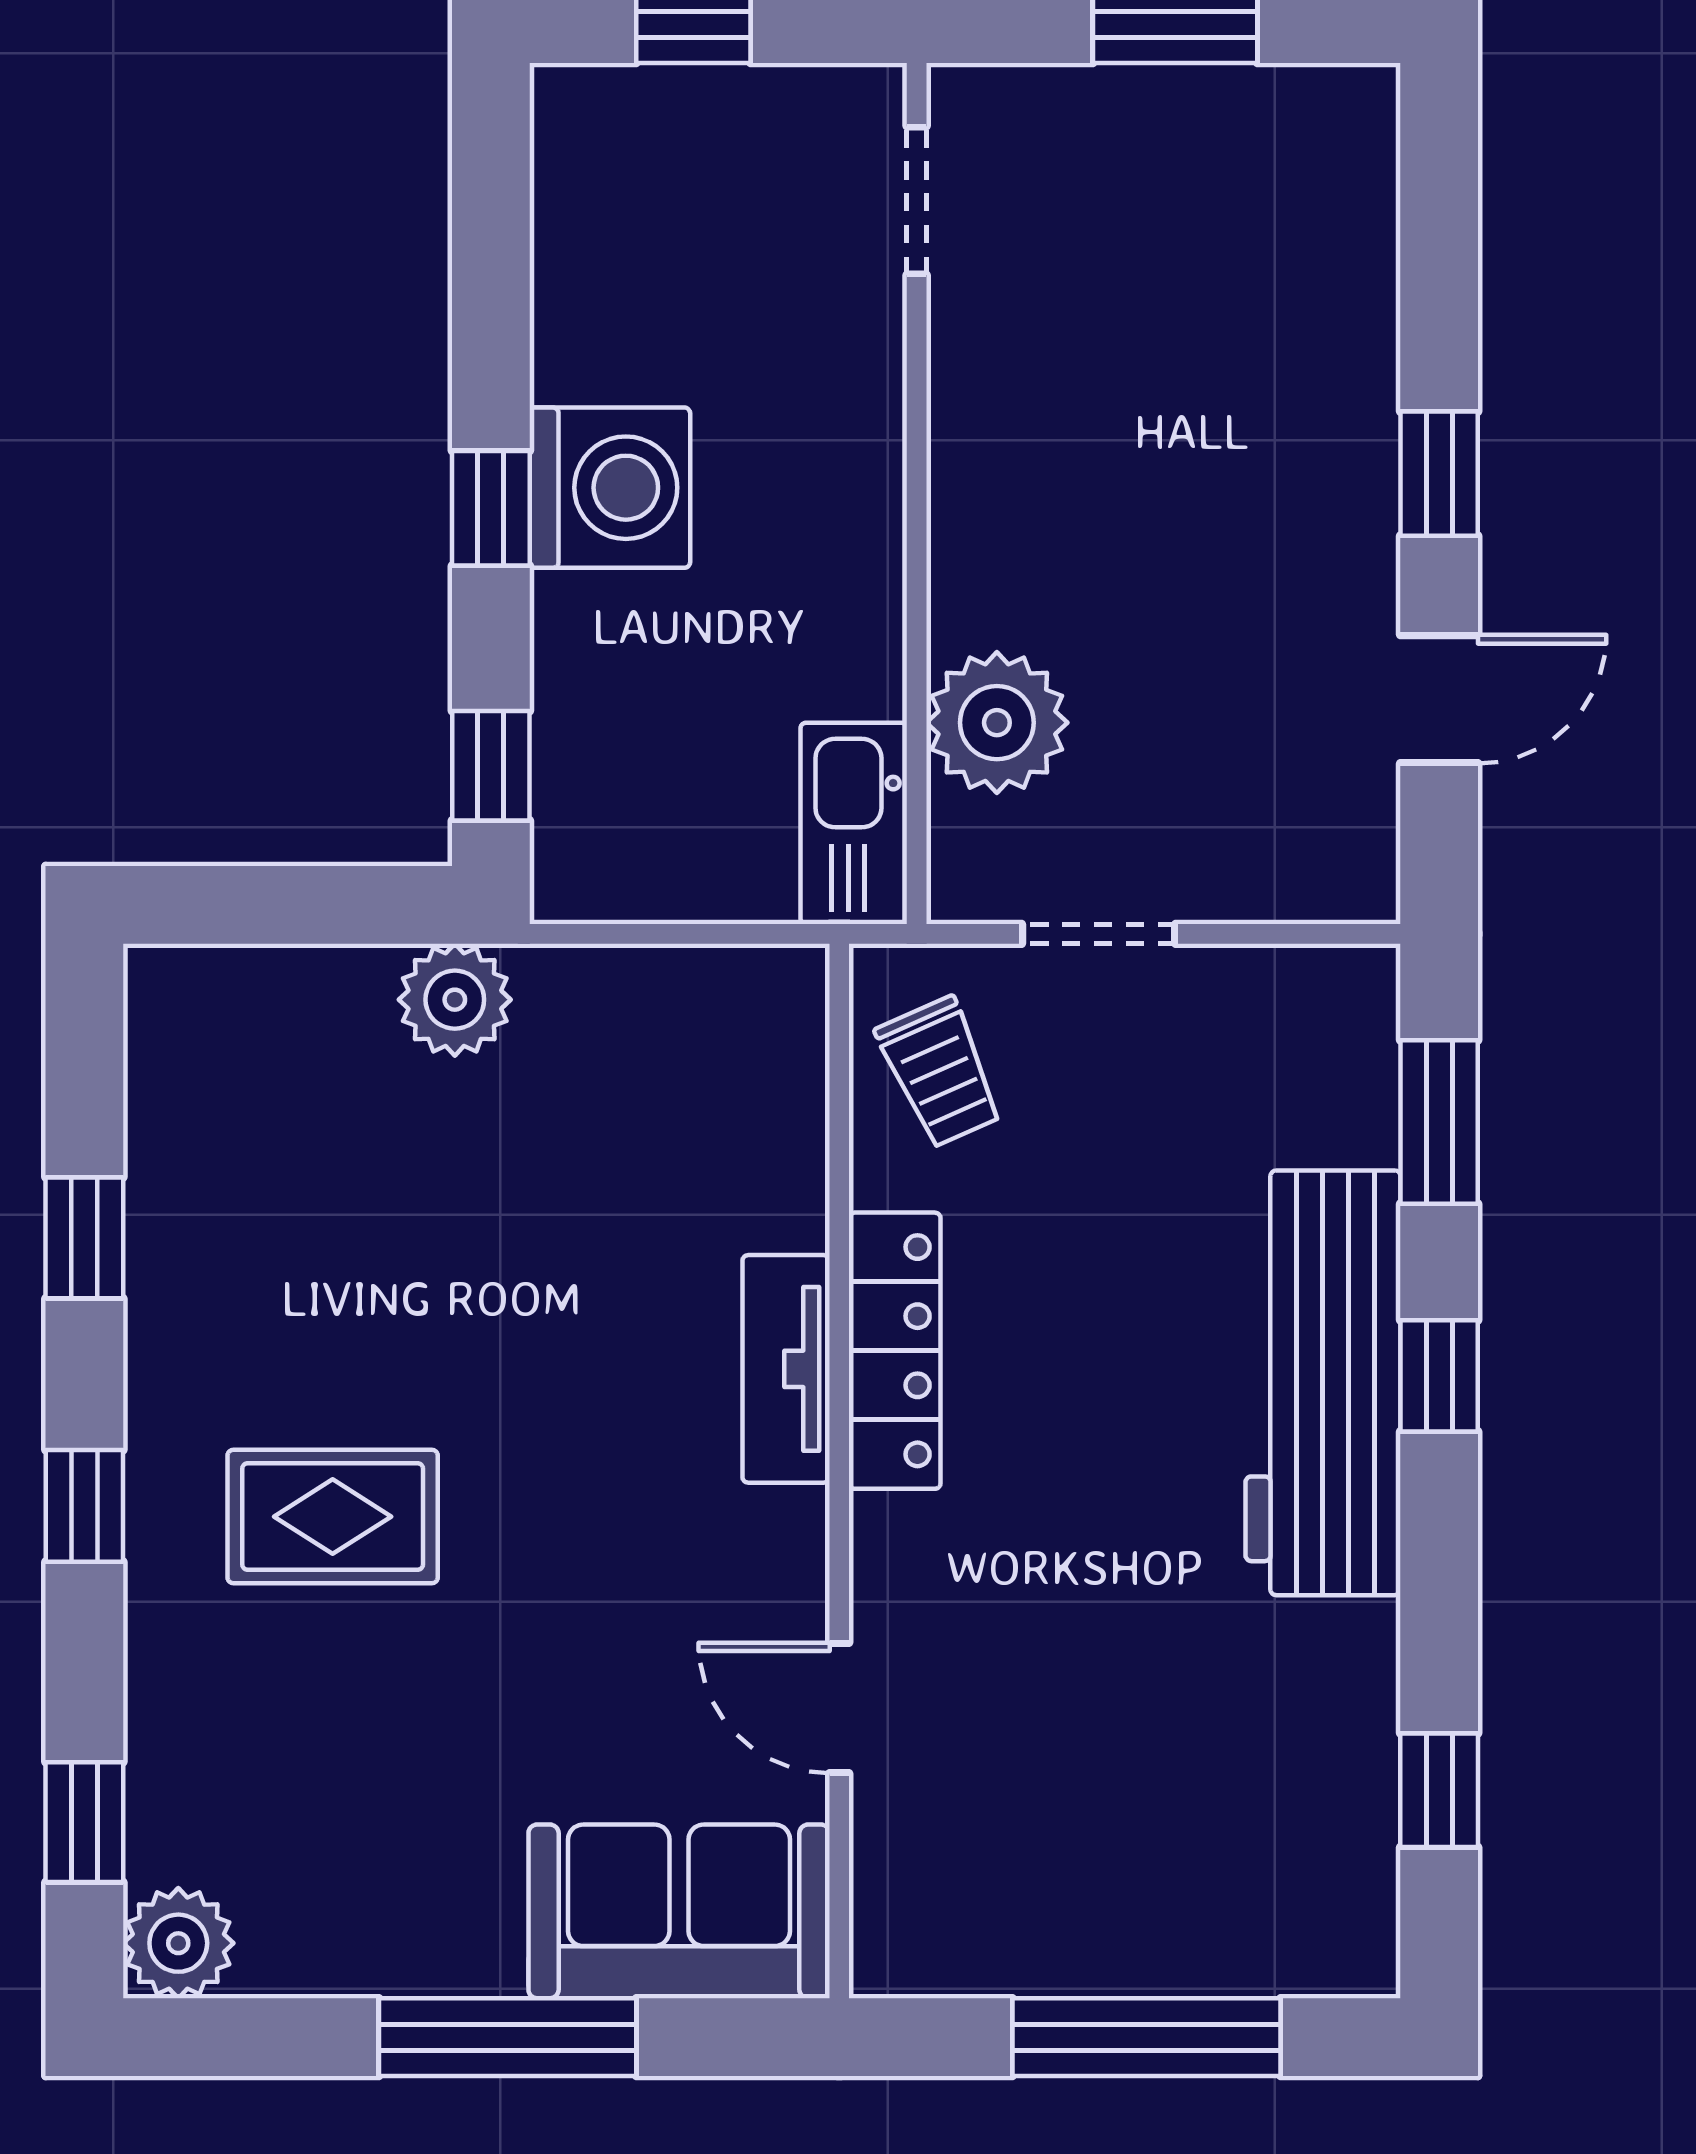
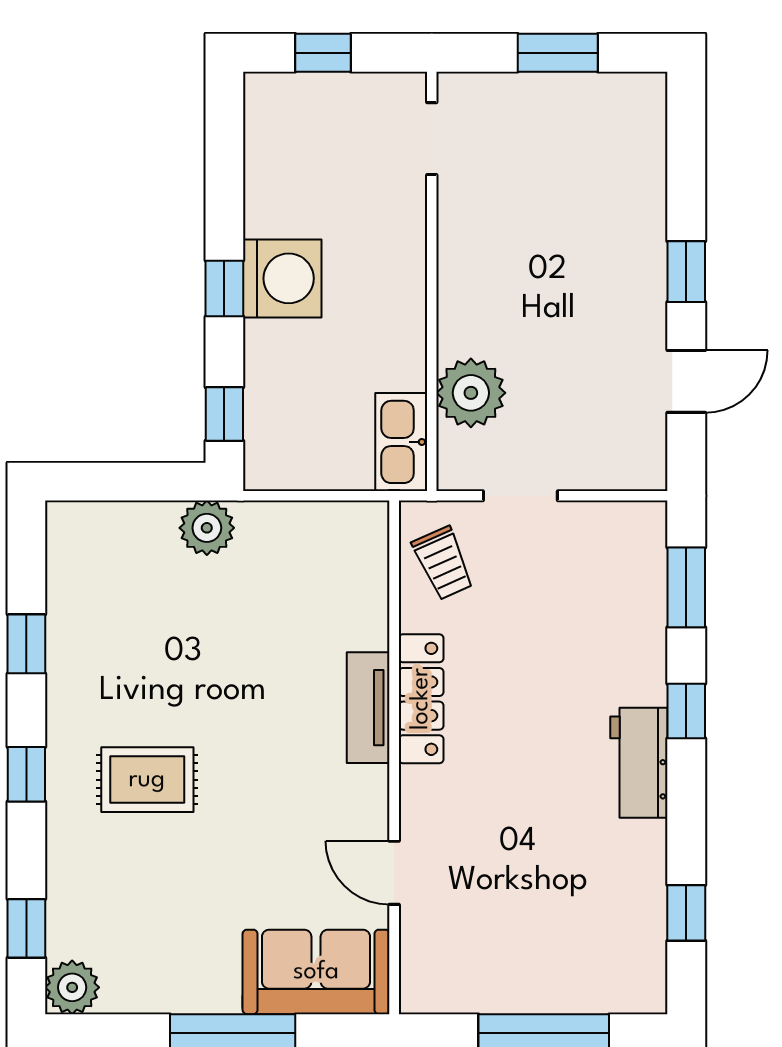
workbench: (1323, 1383) -> (639, 763), width x0.53, depth x0.76

